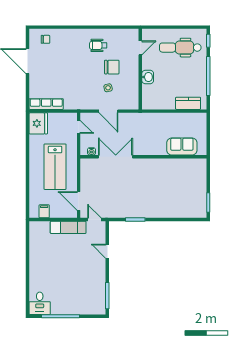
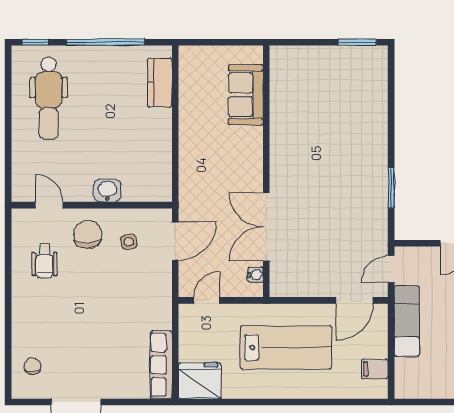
door: (140, 48) -> (49, 205), moved
wall: (140, 69) -> (92, 205), moved
washbasin: (148, 77) -> (107, 190), moved

